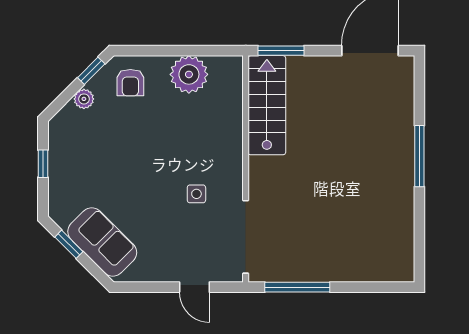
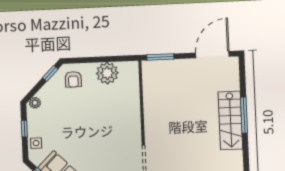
plant: (84, 99) -> (35, 103), moved
stairs: (267, 105) -> (230, 120), moved, turned 180
side table: (196, 194) -> (36, 143), moved

